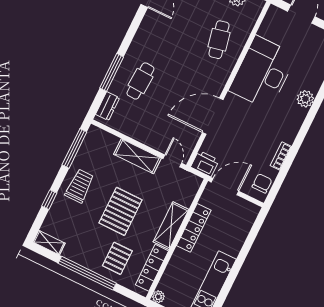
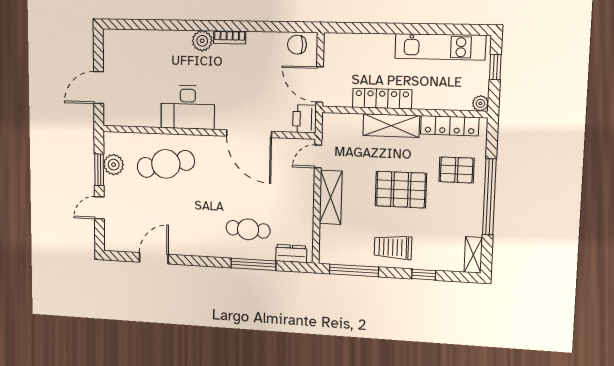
cafe table: (219, 40) -> (166, 164), width x1.37, depth x1.35
desk: (263, 73) -> (188, 107), width x0.73, depth x0.77
plant: (305, 99) -> (202, 41), moved
bookcase: (281, 156) -> (230, 37), moved

